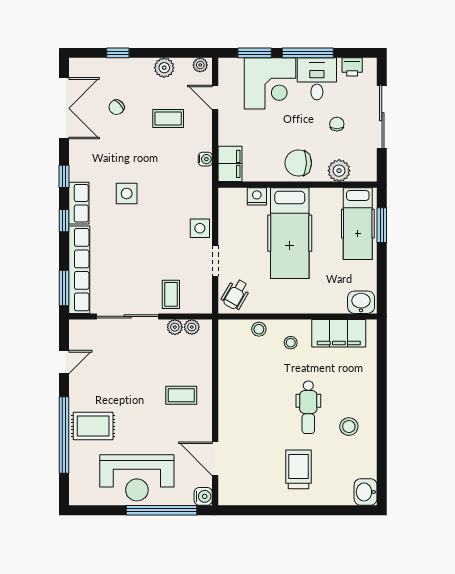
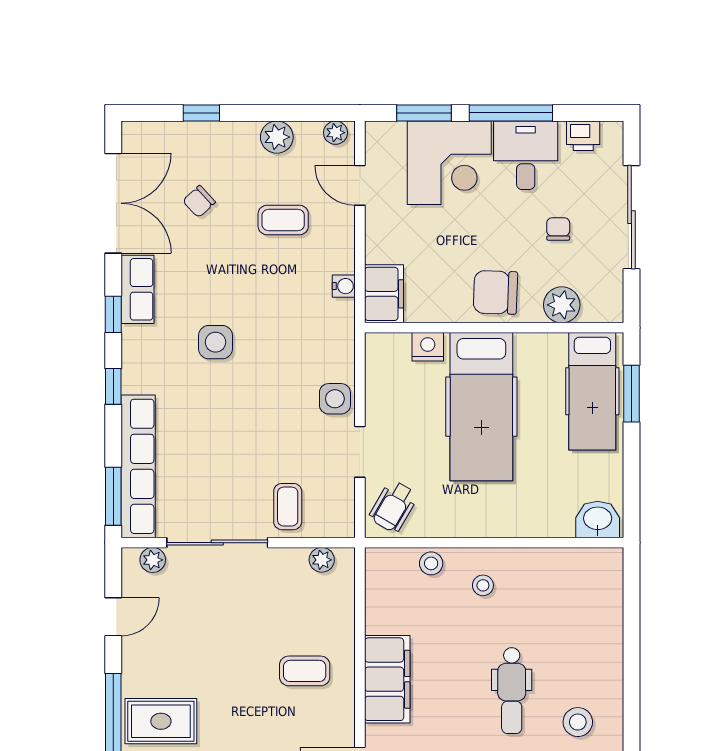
row of seats: (79, 203) -> (138, 289), moved
plant: (175, 327) -> (153, 560), moved
filing cabinet: (339, 333) -> (387, 679), moved, turned -90

